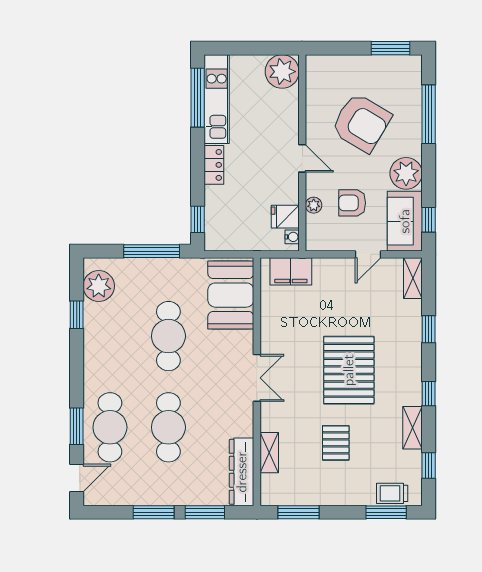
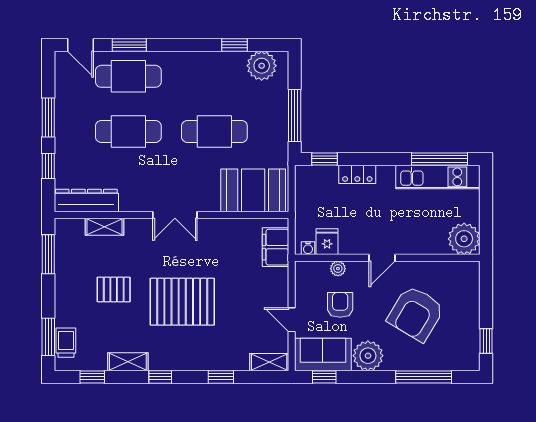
window: (390, 48) -> (486, 341), width x0.67
locker: (214, 165) -> (357, 174), moved
window: (205, 512) -> (48, 166), width x0.67

